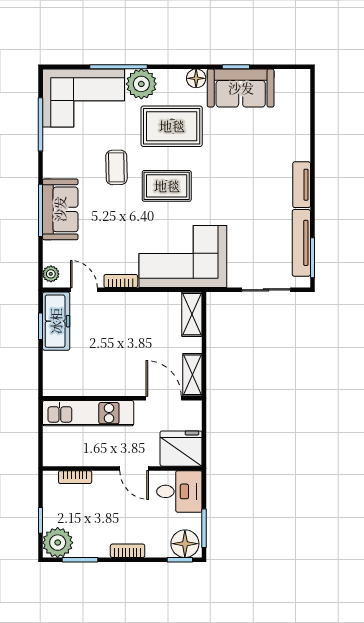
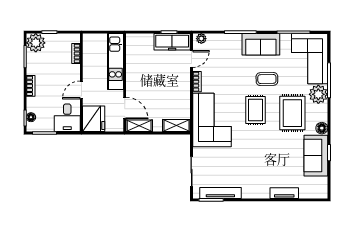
tv unit: (302, 185) -> (284, 193), moved
sofa: (60, 209) -> (261, 44), moved
door: (164, 398) -> (125, 108), hinge flipped
floor lamp: (185, 544) -> (31, 117), width x0.53, depth x0.53

